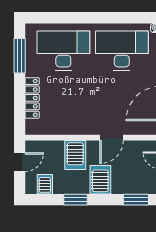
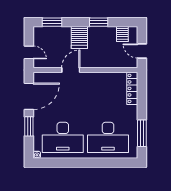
locker: (32, 98) -> (132, 88), moved
server rack: (75, 155) -> (99, 57), removed
door: (20, 162) -> (142, 51), hinge flipped

